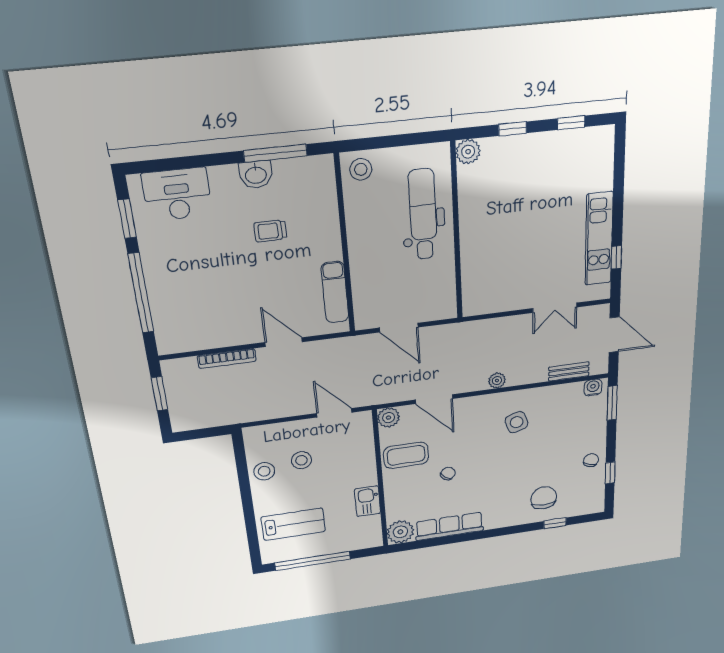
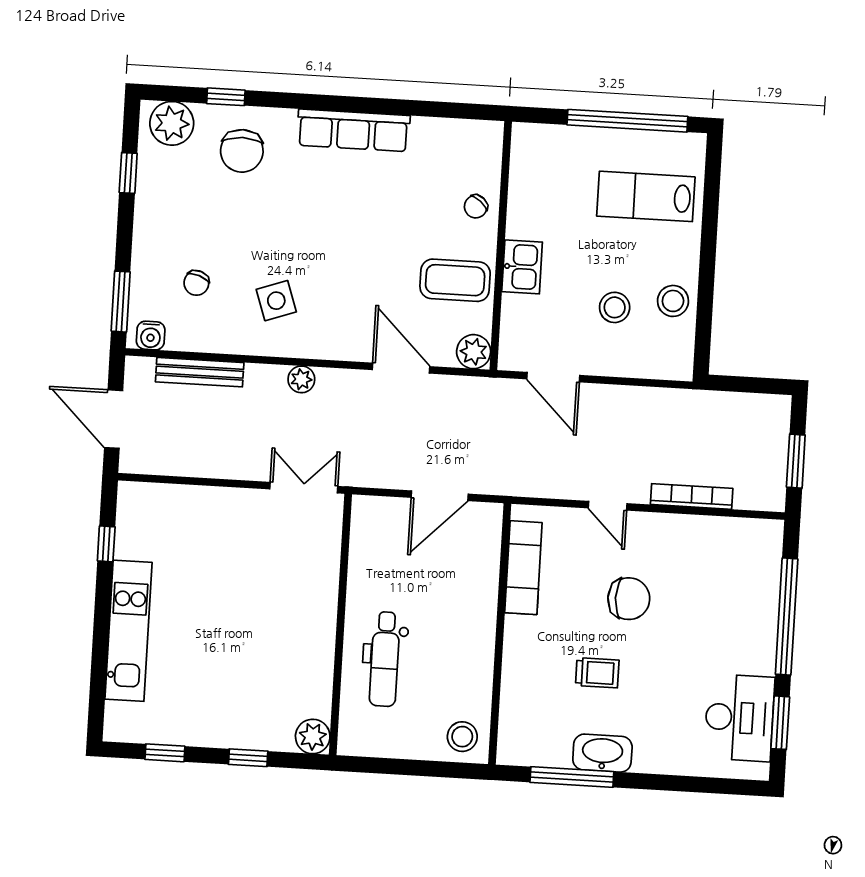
washbasin: (256, 175) -> (602, 753), width x1.38
desk: (177, 194) -> (739, 718), moved, turned -90
dental chair: (423, 214) -> (385, 659), width x0.73, depth x0.72
kitchen unit: (599, 239) -> (129, 631), moved
chair: (257, 285) -> (629, 599), added
double door: (555, 308) -> (304, 488), moved
door: (399, 328) -> (440, 496), swing flipped
door: (284, 342) -> (608, 506), width x0.73
bench: (569, 371) -> (200, 372), width x1.36
chair: (591, 460) -> (196, 283), moved
chair: (448, 474) -> (476, 207), moved
kitchen sink: (368, 501) -> (522, 267), moved
row of seats: (449, 526) -> (353, 130), moved
plant: (400, 532) -> (172, 123), moved

